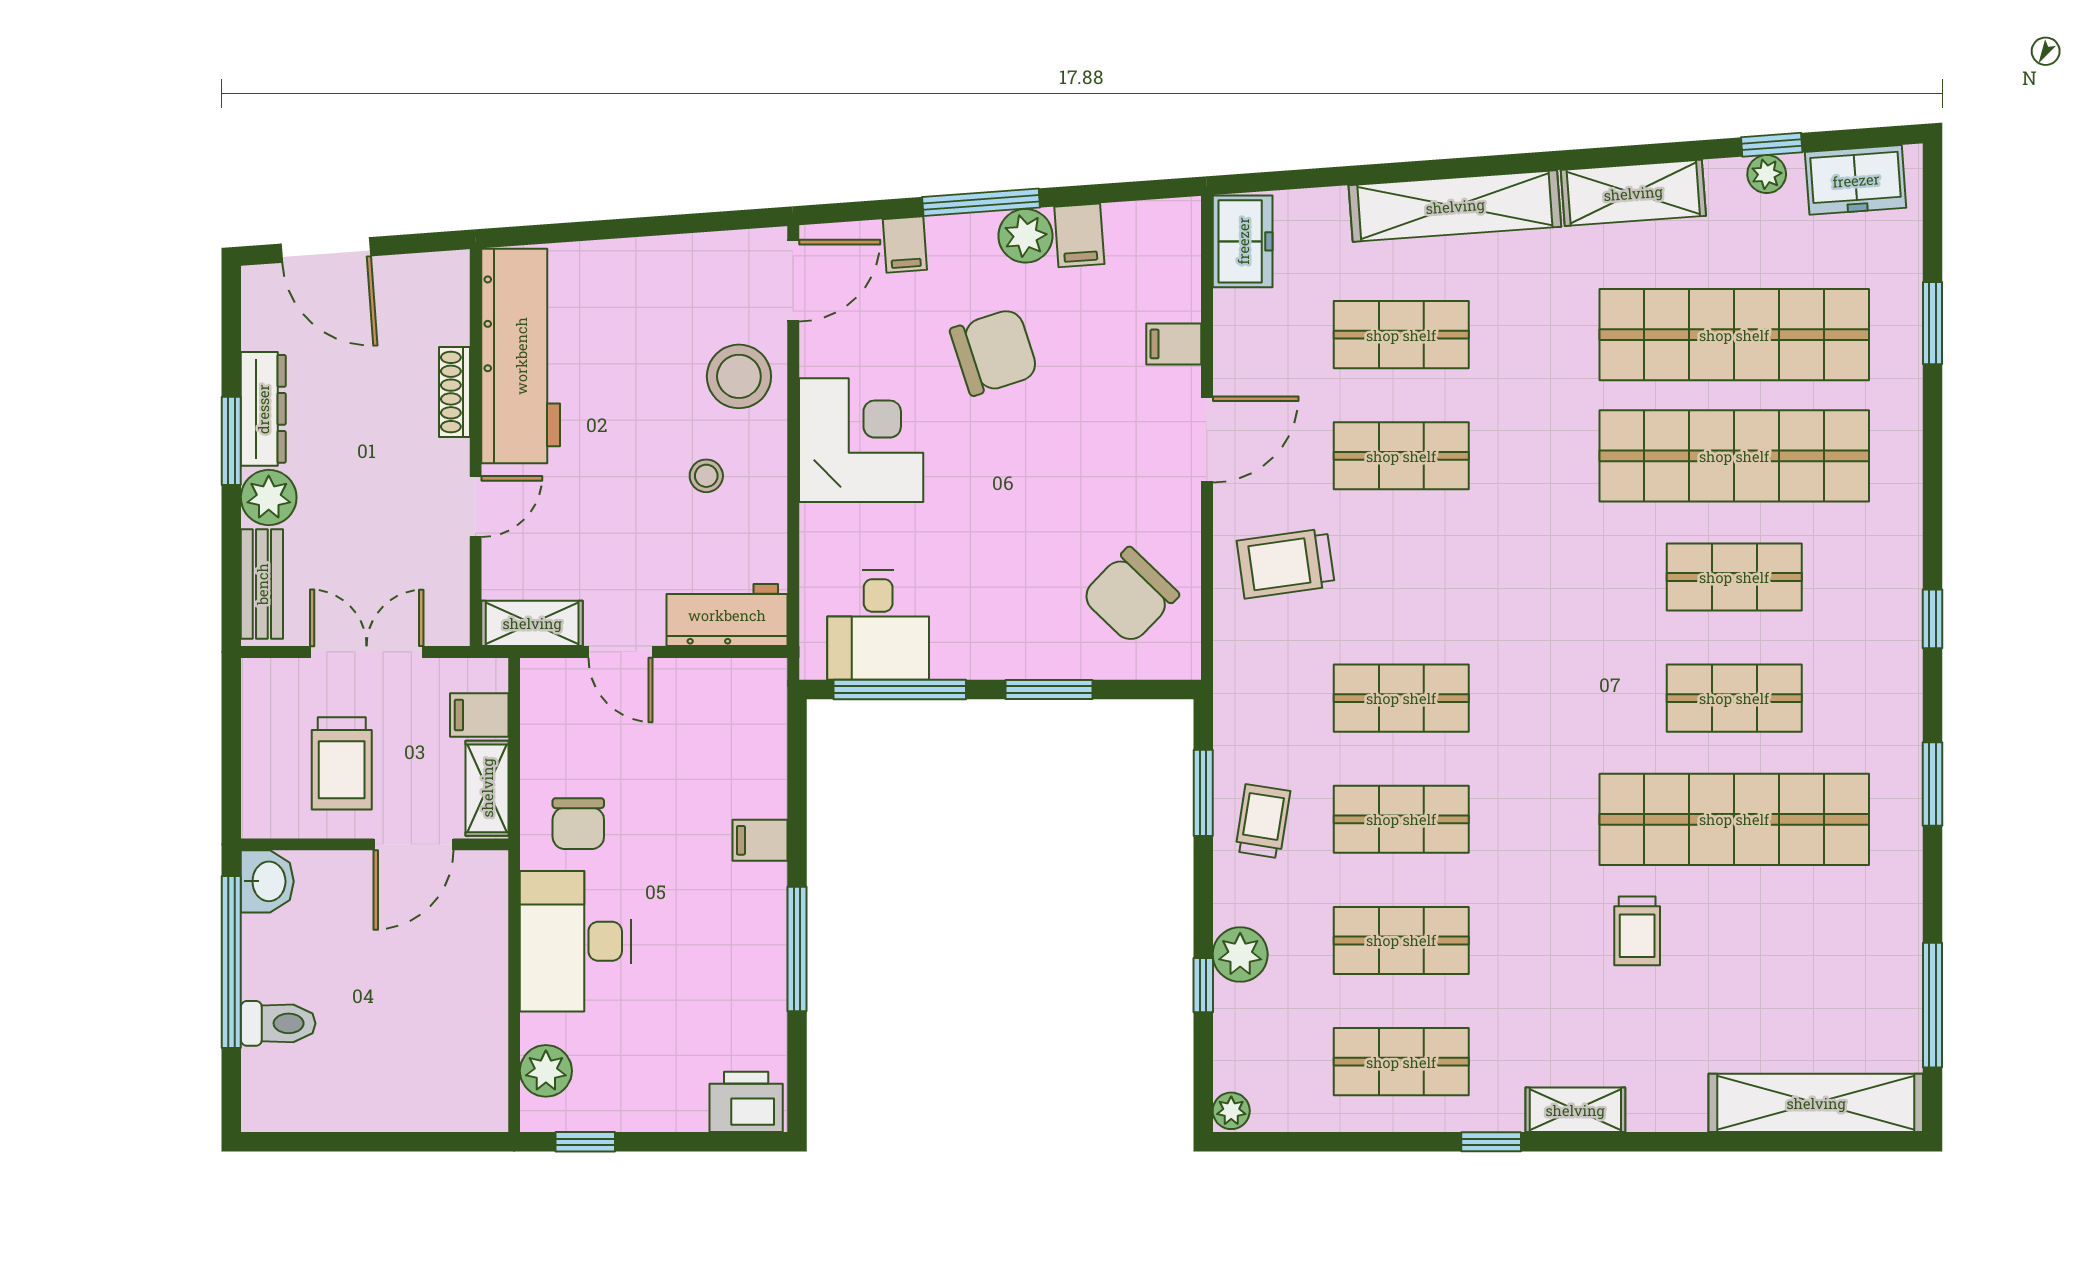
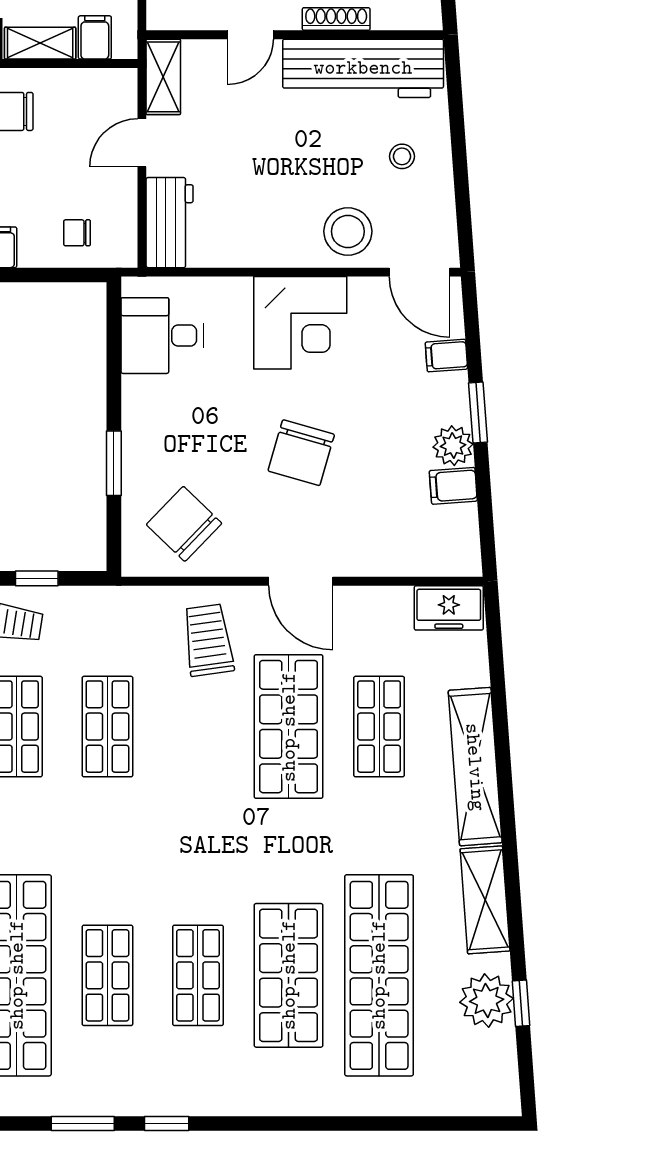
plant: (1767, 174) -> (487, 1000), width x1.88, depth x1.88
freezer: (1856, 180) -> (495, 1066), removed
window: (981, 202) -> (478, 412), width x0.69
window: (1932, 323) -> (388, 1123), removed
filing cabinet: (1174, 344) -> (372, 556), removed
chair: (994, 352) -> (301, 453), moved, turned 34
shop shelf: (1401, 456) -> (289, 727), width x1.43, depth x1.36
shop shelf: (1734, 456) -> (289, 975), width x0.71
stool: (706, 476) -> (402, 156), moved
door: (476, 507) -> (251, 35), hinge flipped
window: (900, 690) -> (114, 352), removed
chair: (741, 739) -> (77, 233), added
window: (1932, 784) -> (83, 1123), moved
window: (1203, 793) -> (37, 578), width x0.67

